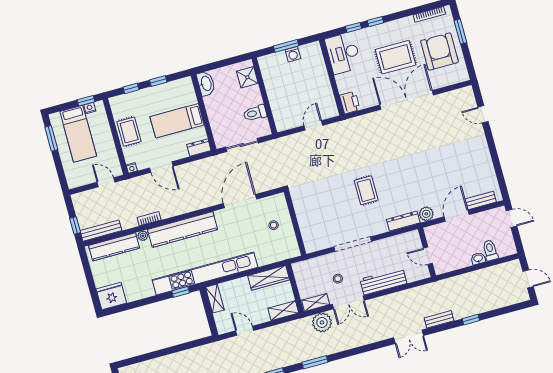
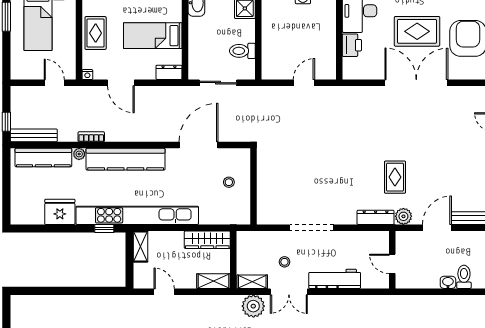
printer: (350, 103) -> (352, 45), moved
rug: (366, 190) -> (395, 177), moved
fridge: (111, 296) -> (60, 212), moved

